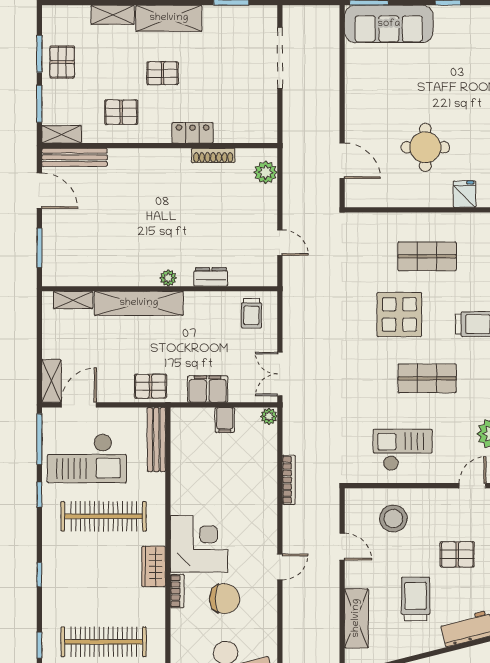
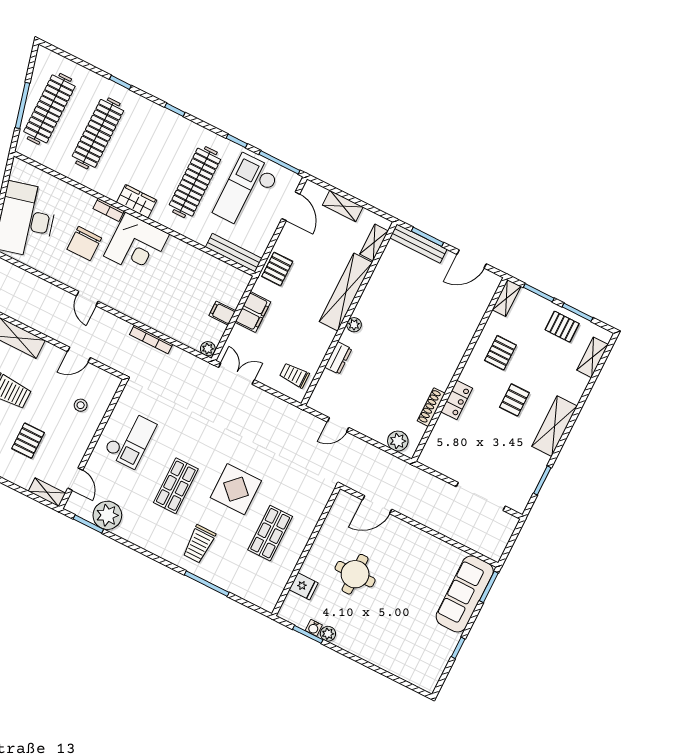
shelving: (113, 15) -> (592, 357), moved
bench: (74, 157) -> (418, 244), moved, turned 90
shelving: (51, 381) -> (343, 206), moved
stool: (393, 518) -> (81, 405), width x0.53, depth x0.53

